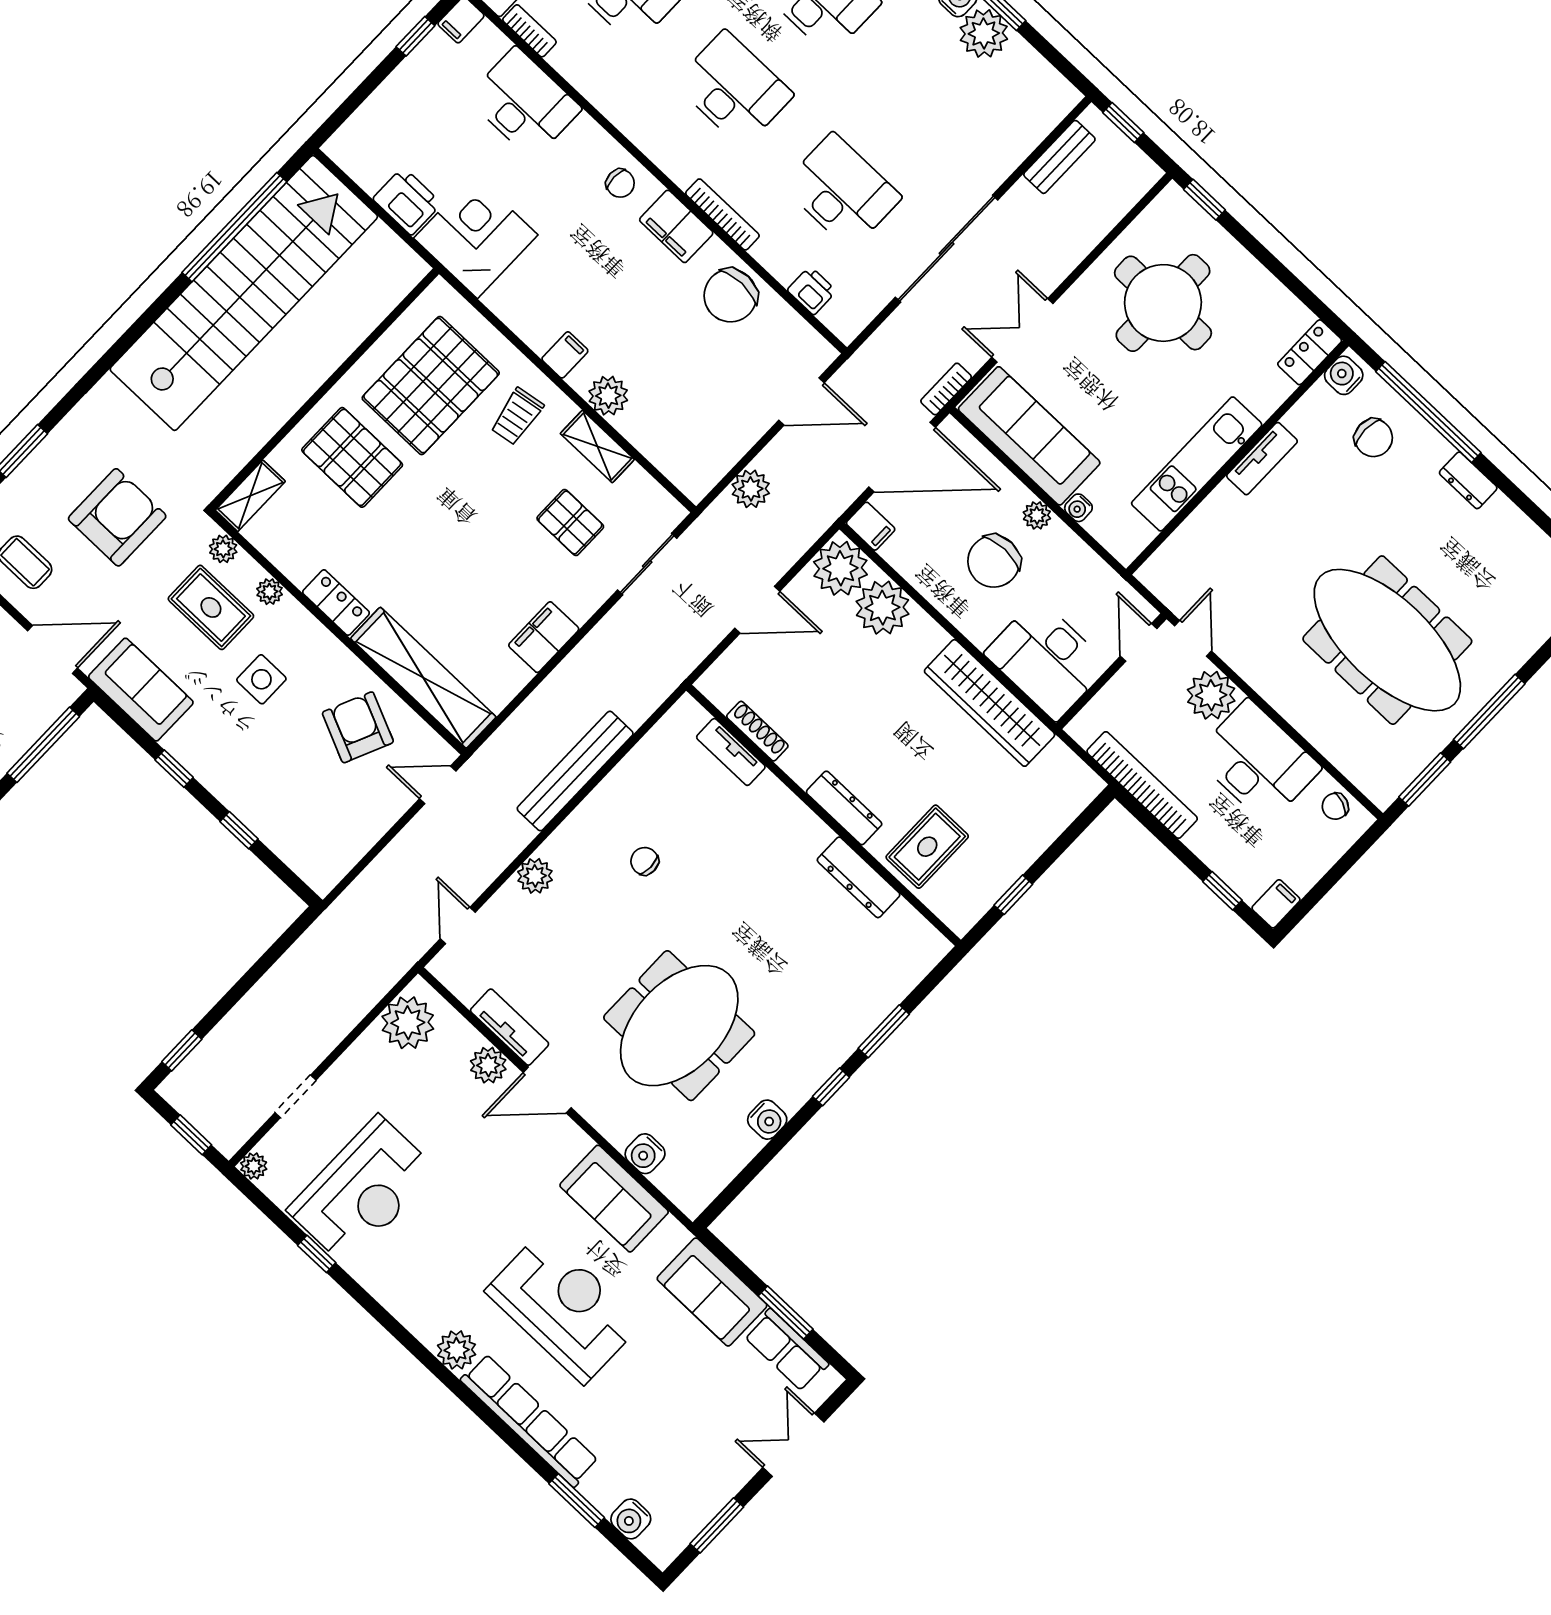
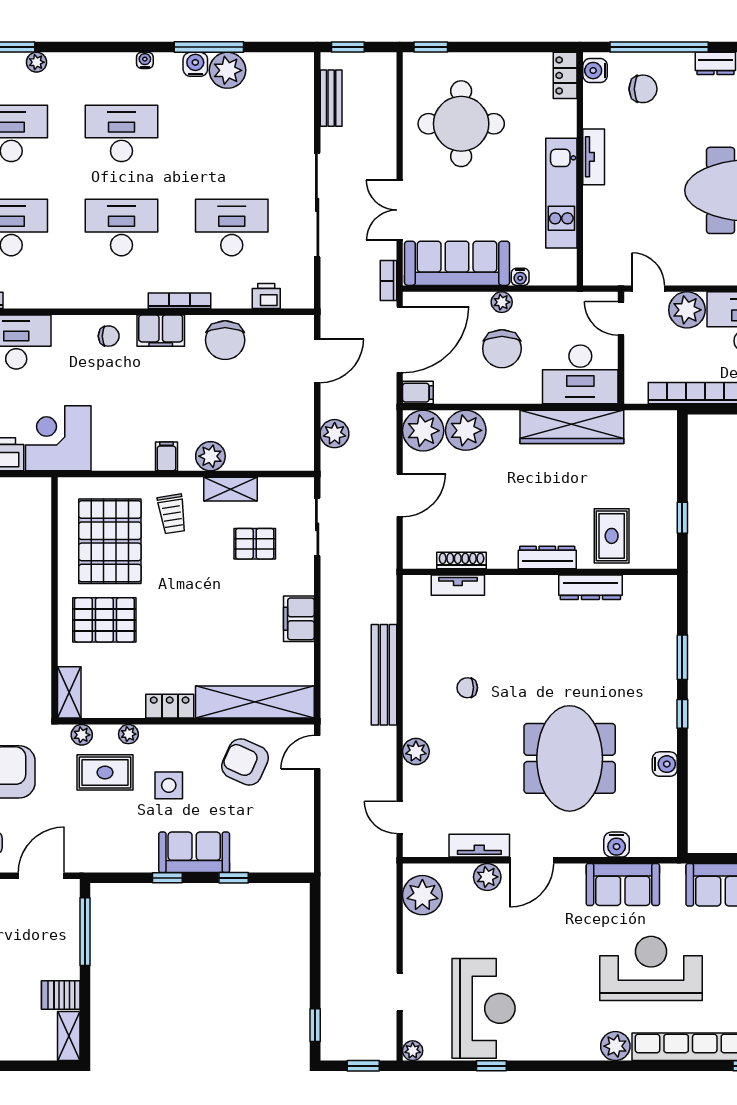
sofa: (141, 690) -> (194, 852), moved

